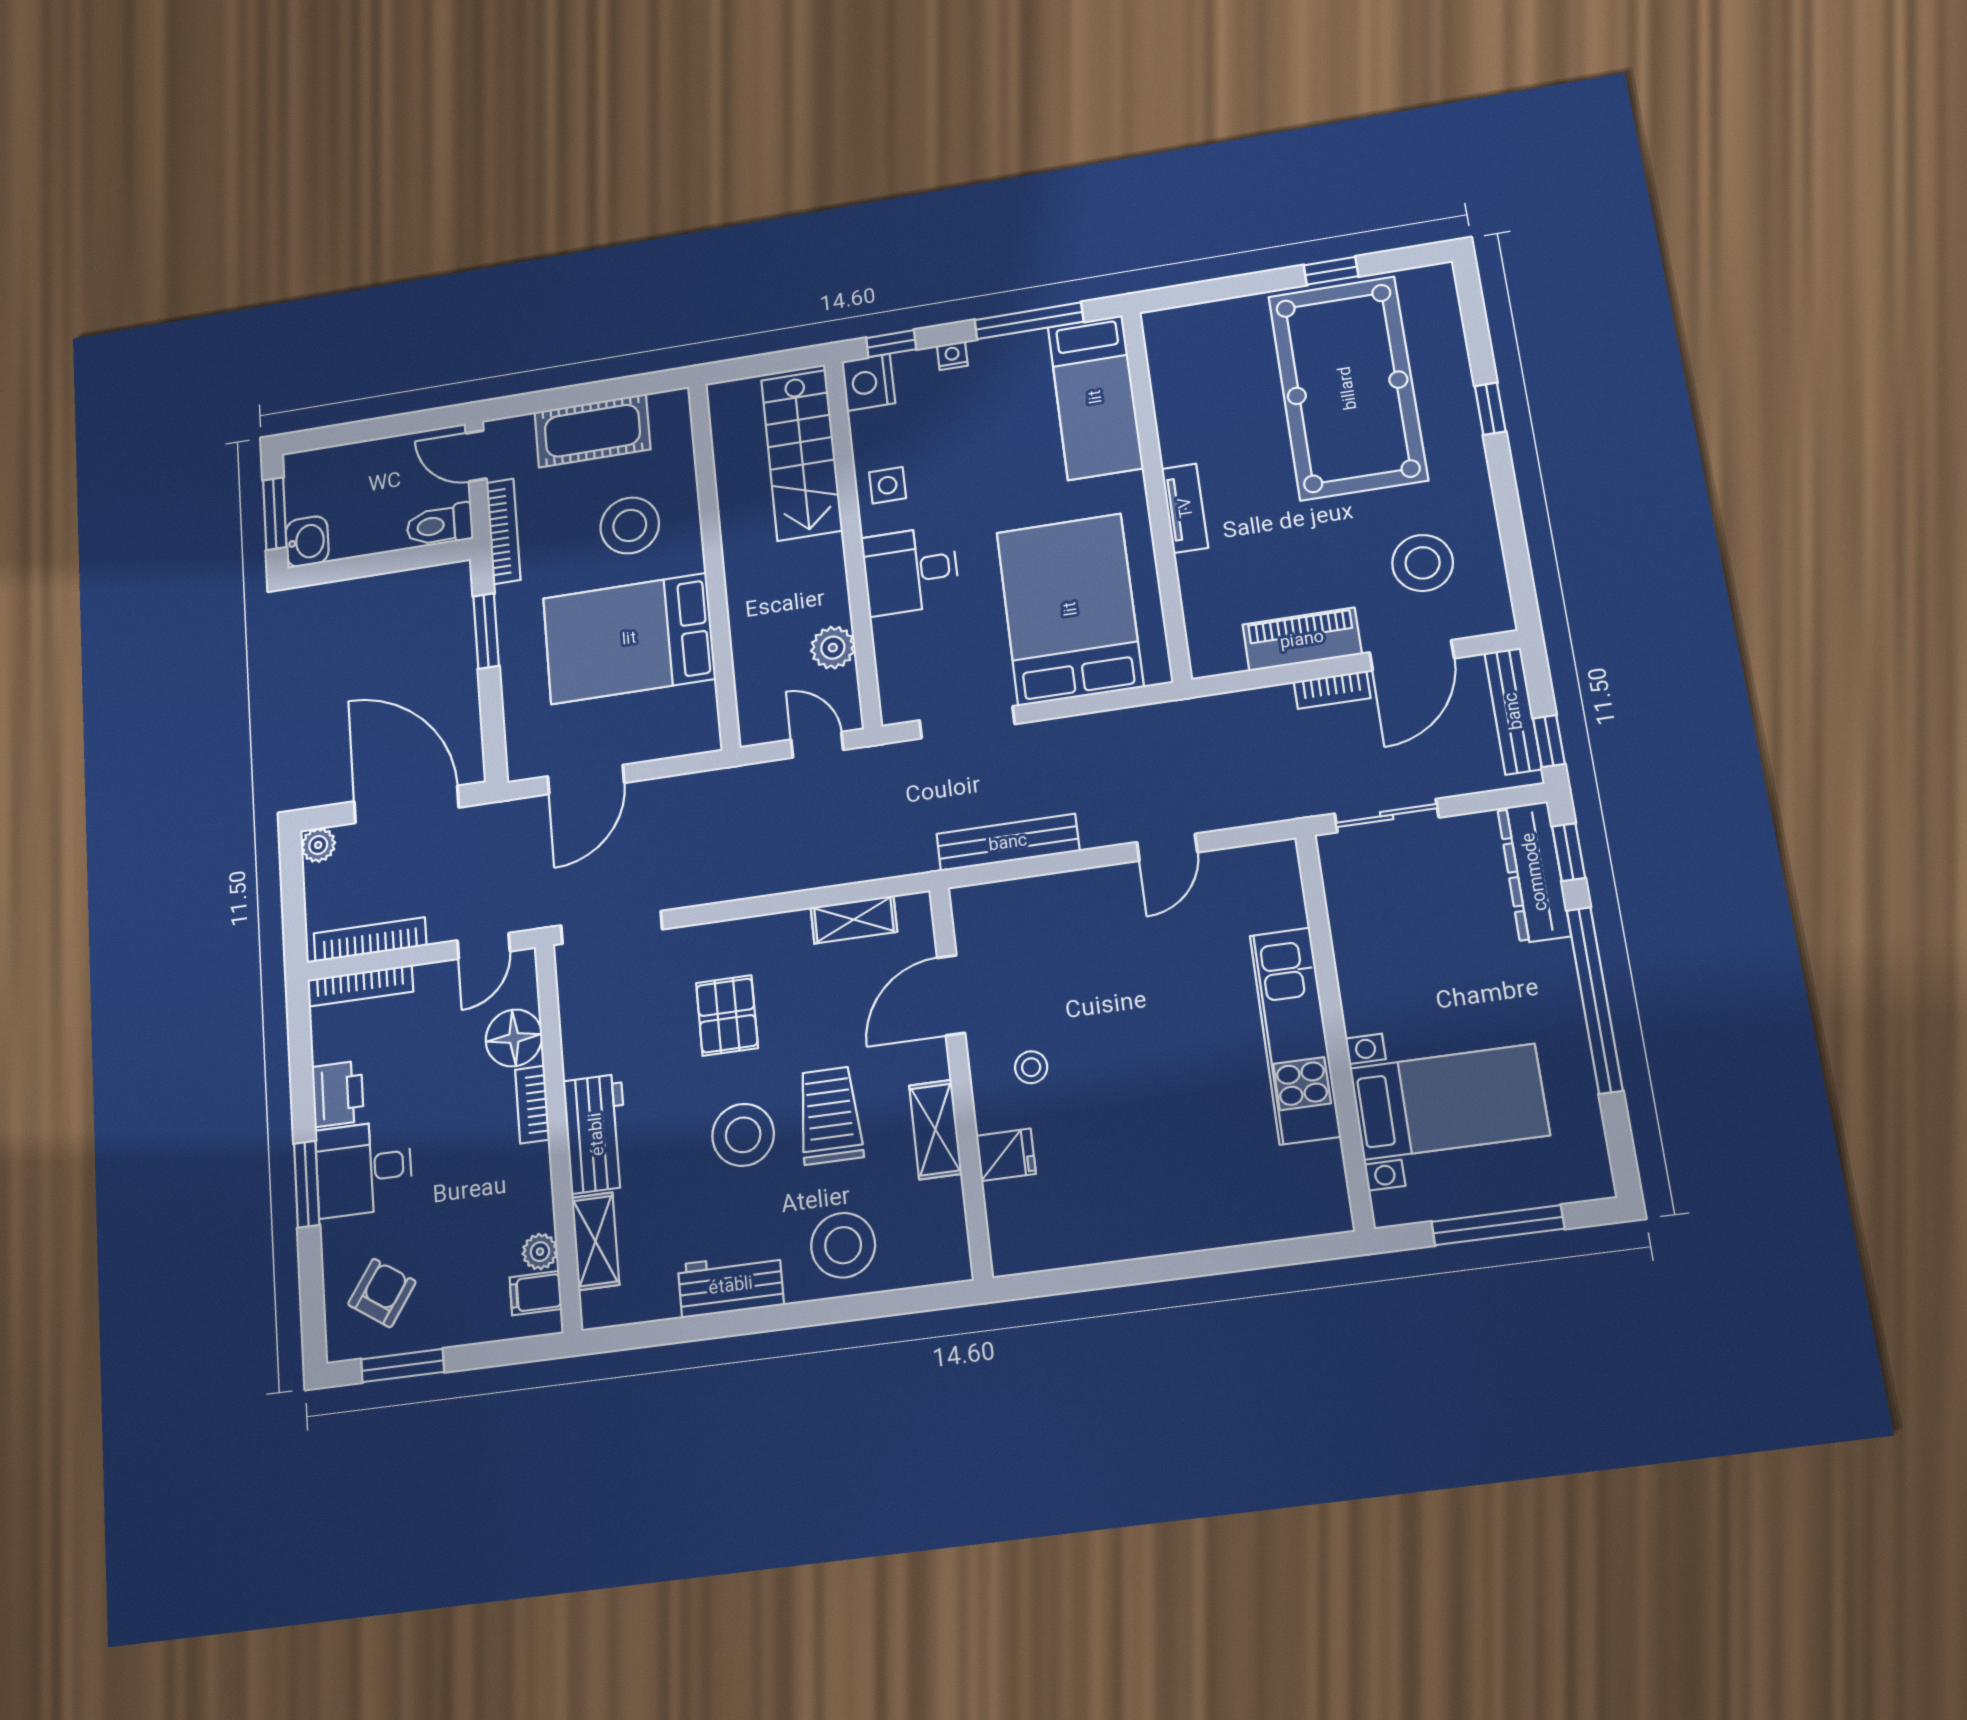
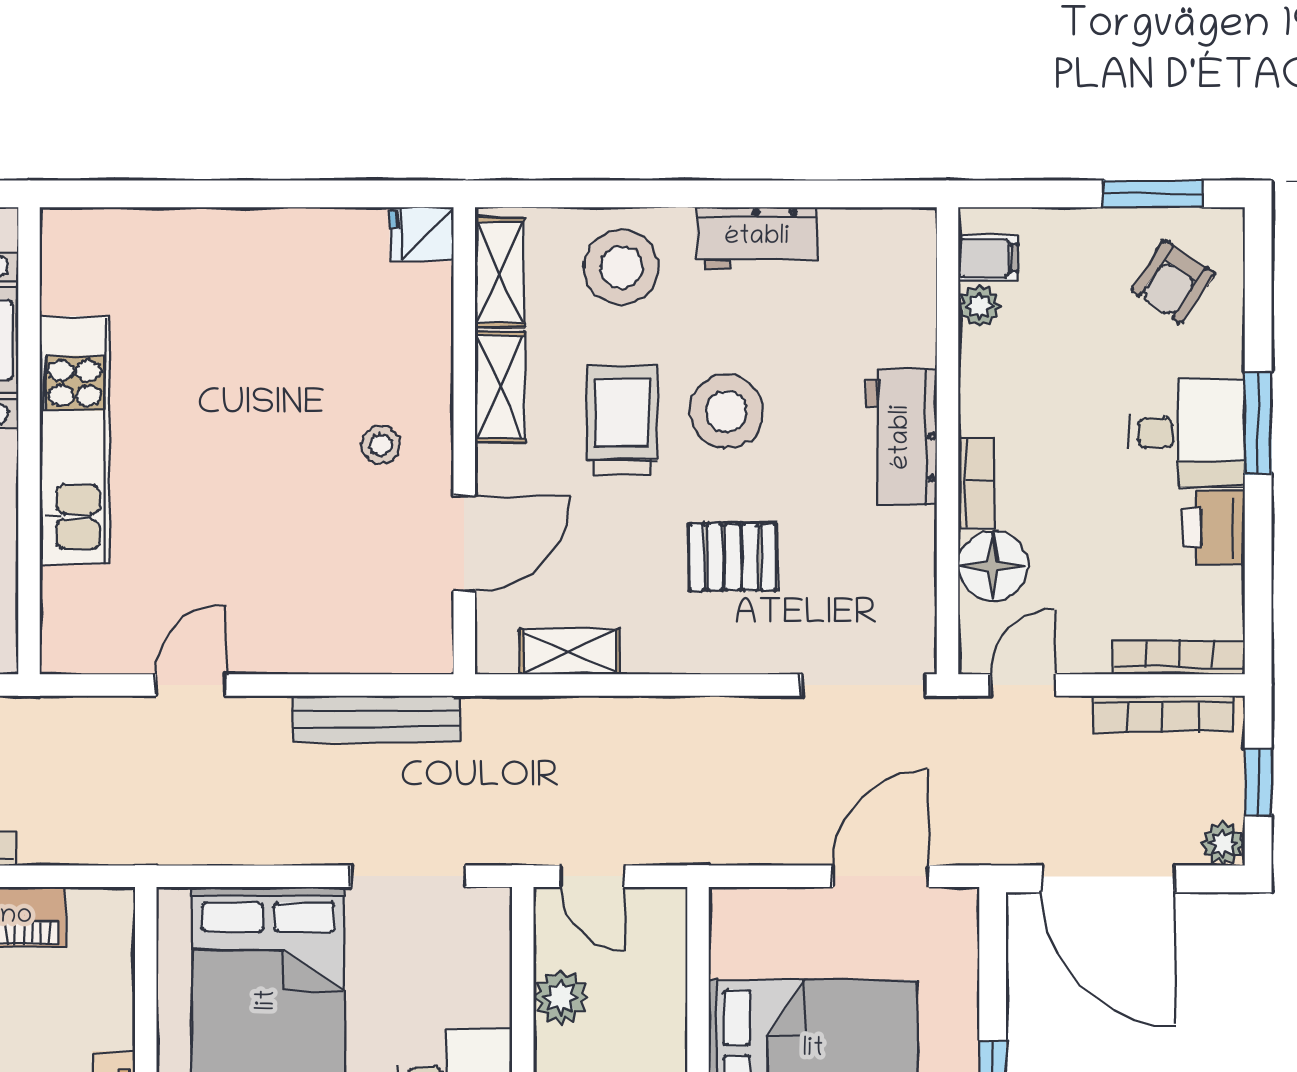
window: (293, 897) -> (1258, 782), added
pallet: (727, 1015) -> (733, 557), turned 90
trolley: (830, 1115) -> (622, 421), turned 180
fridge: (1006, 1155) -> (422, 234), moved
shelving: (595, 1241) -> (500, 272), moved

